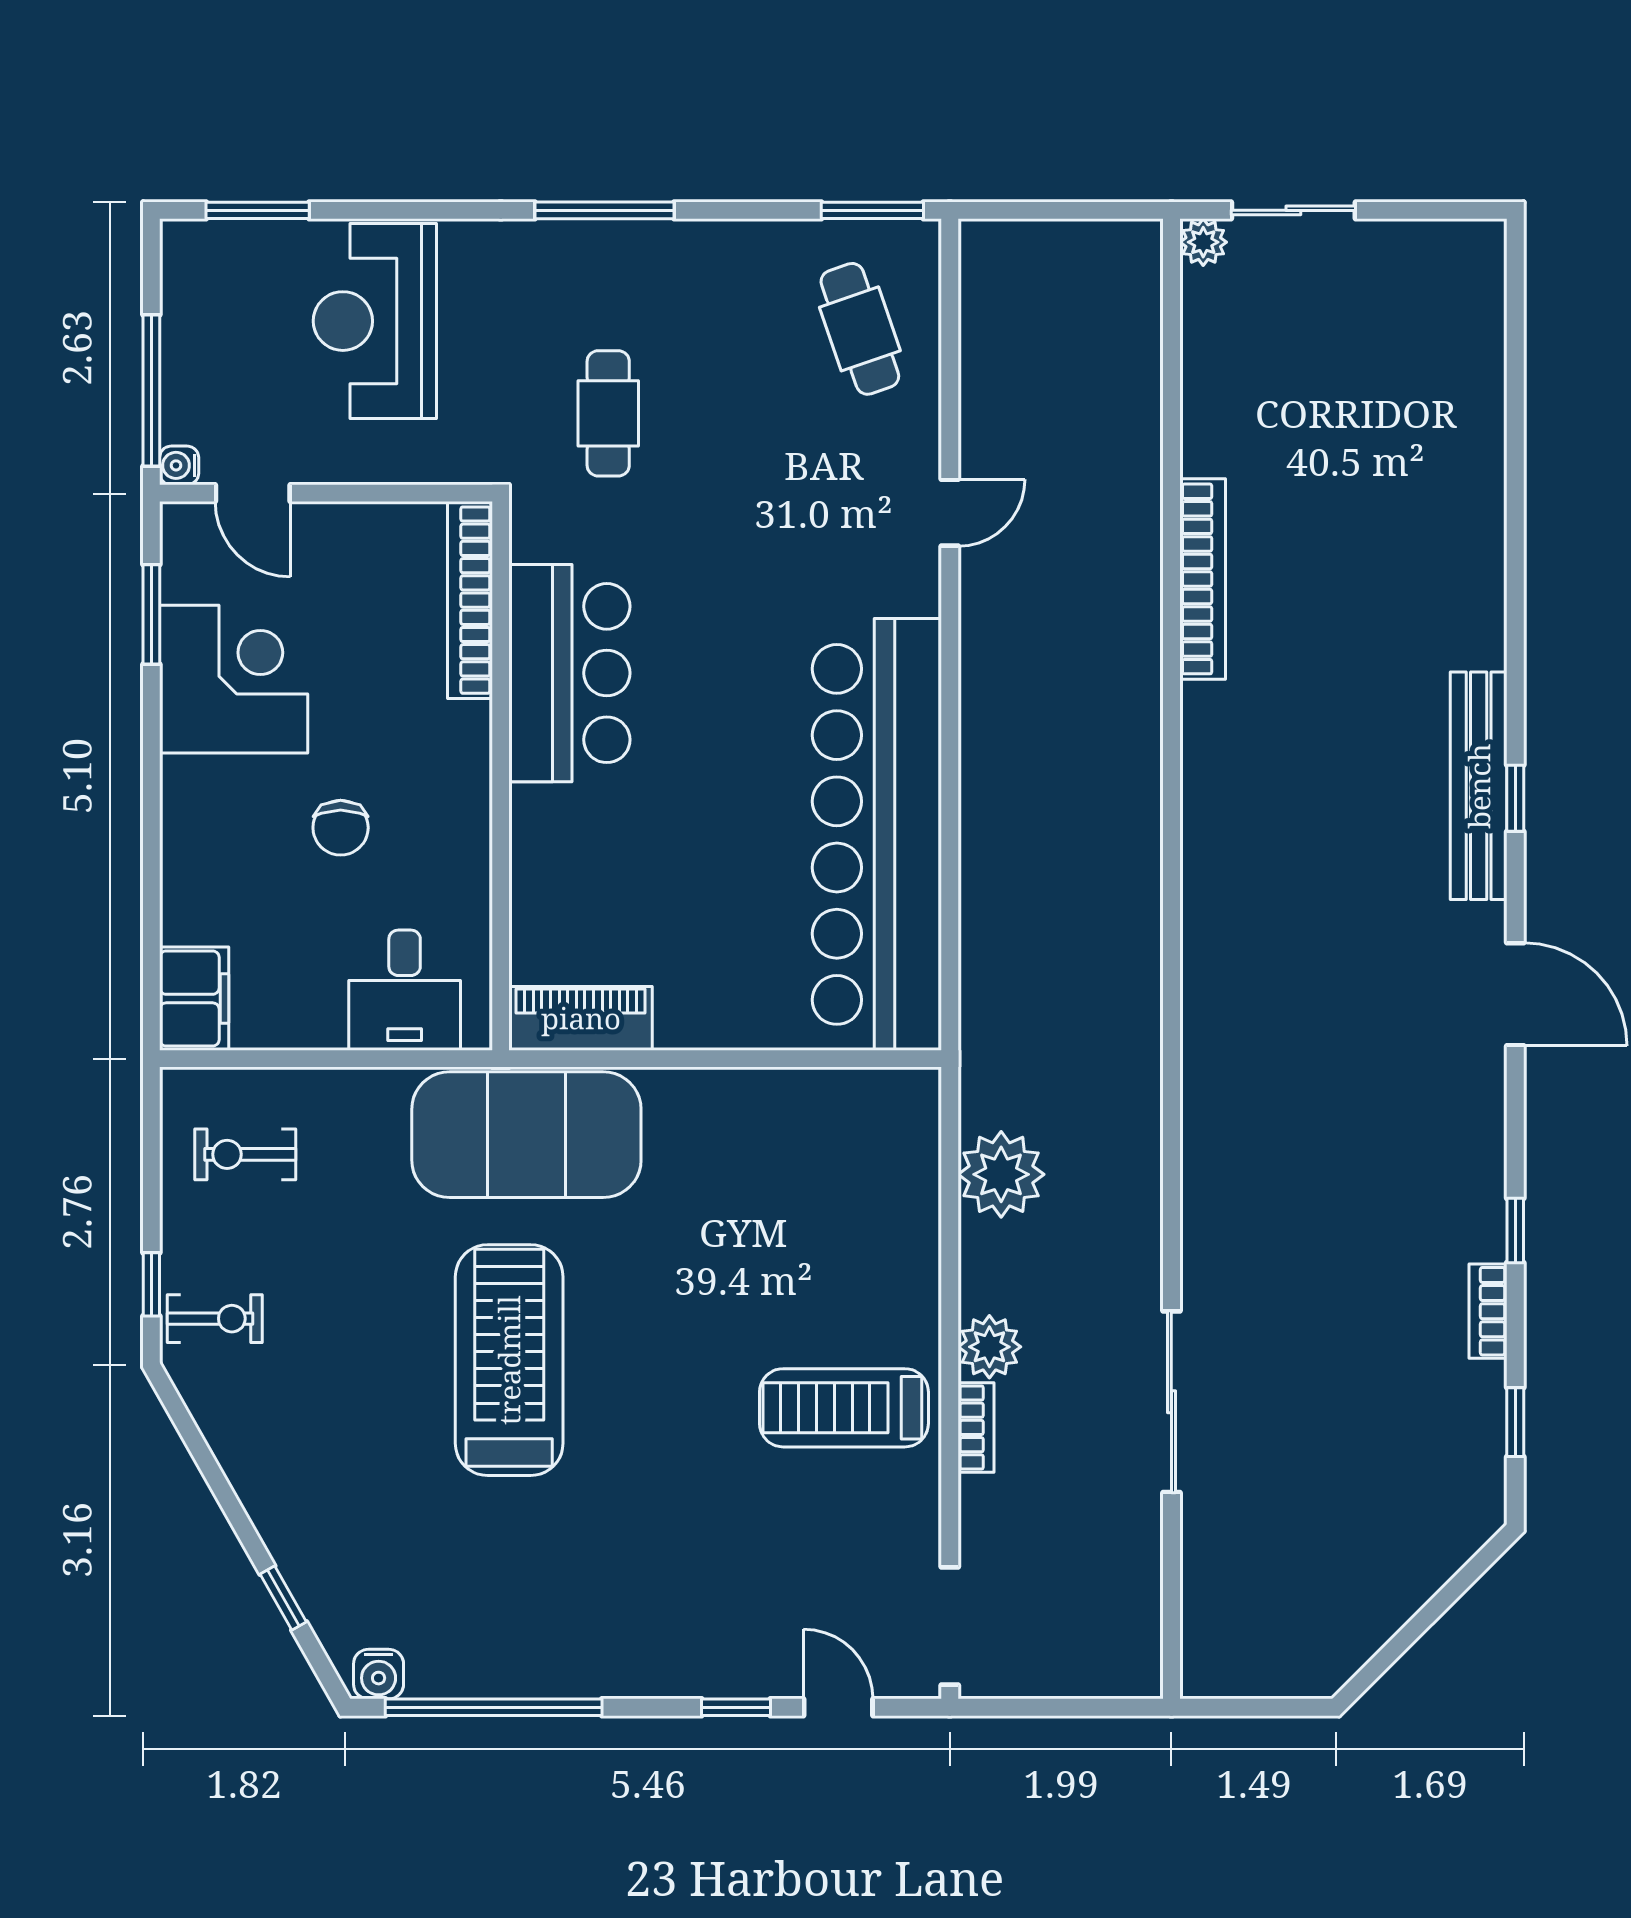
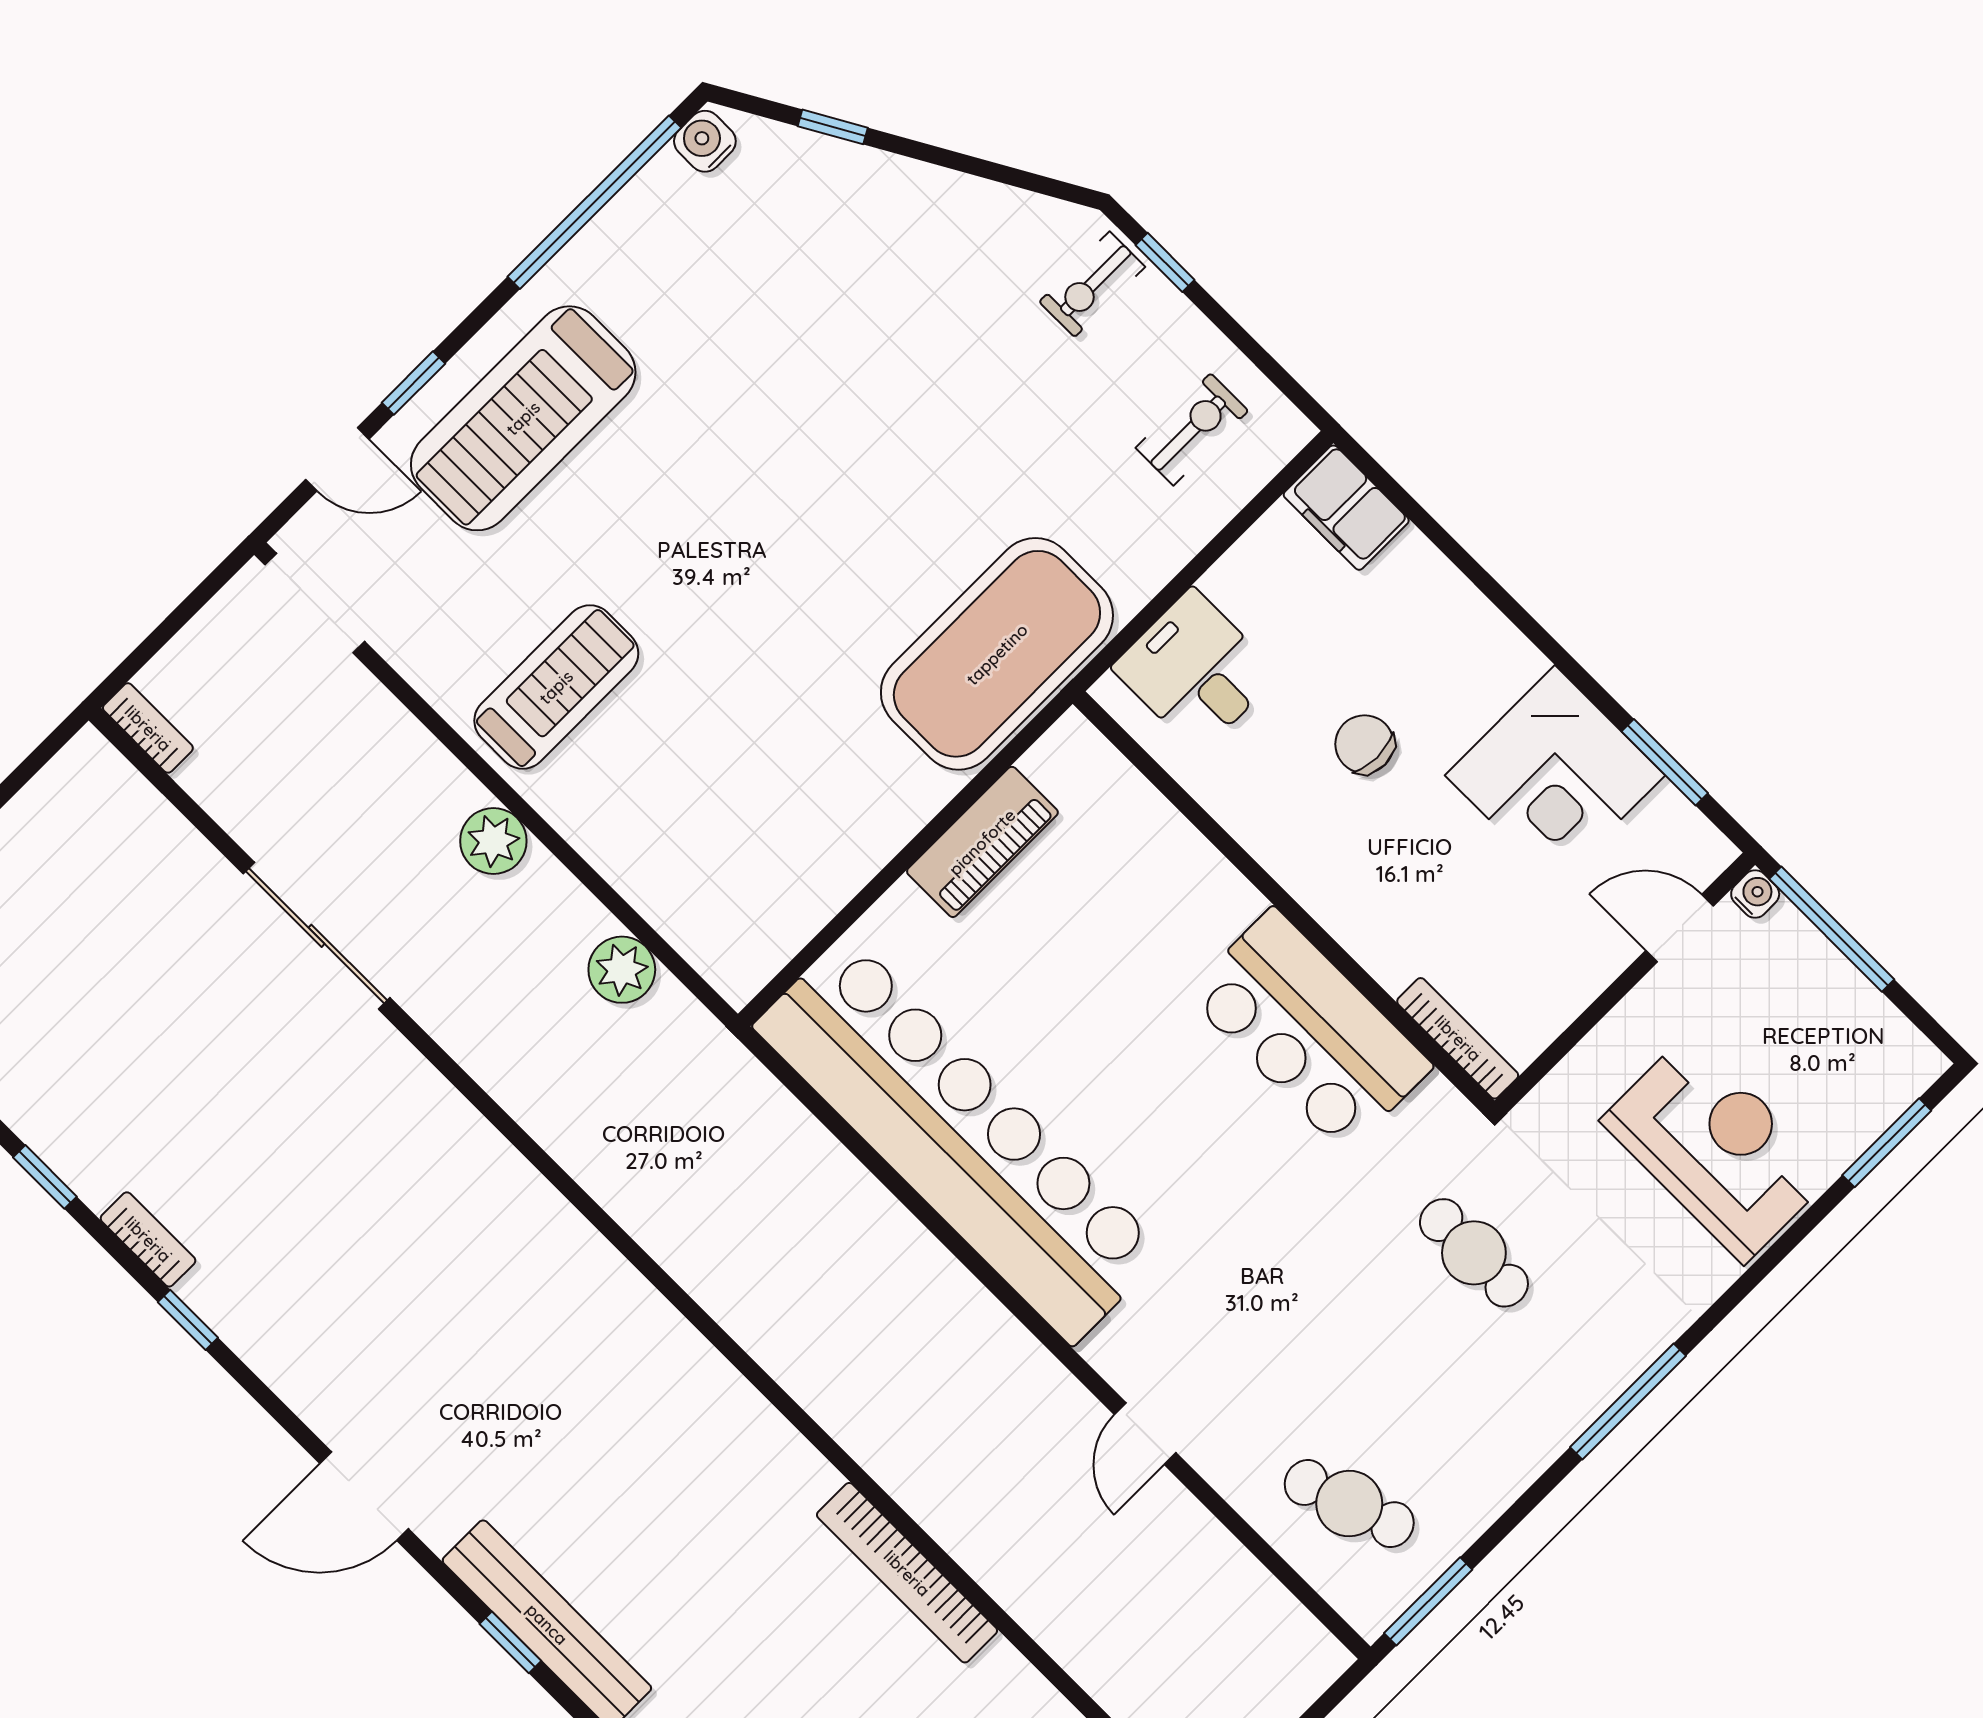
bookcase: (470, 600) -> (1458, 1038), width x0.68, depth x0.76
piano: (581, 1018) -> (982, 842), moved
plant: (1001, 1174) -> (622, 970), width x0.73, depth x0.73
treadmill: (509, 1360) -> (523, 418), moved, turned 90
bookcase: (976, 1427) -> (148, 728), moved, turned 180

